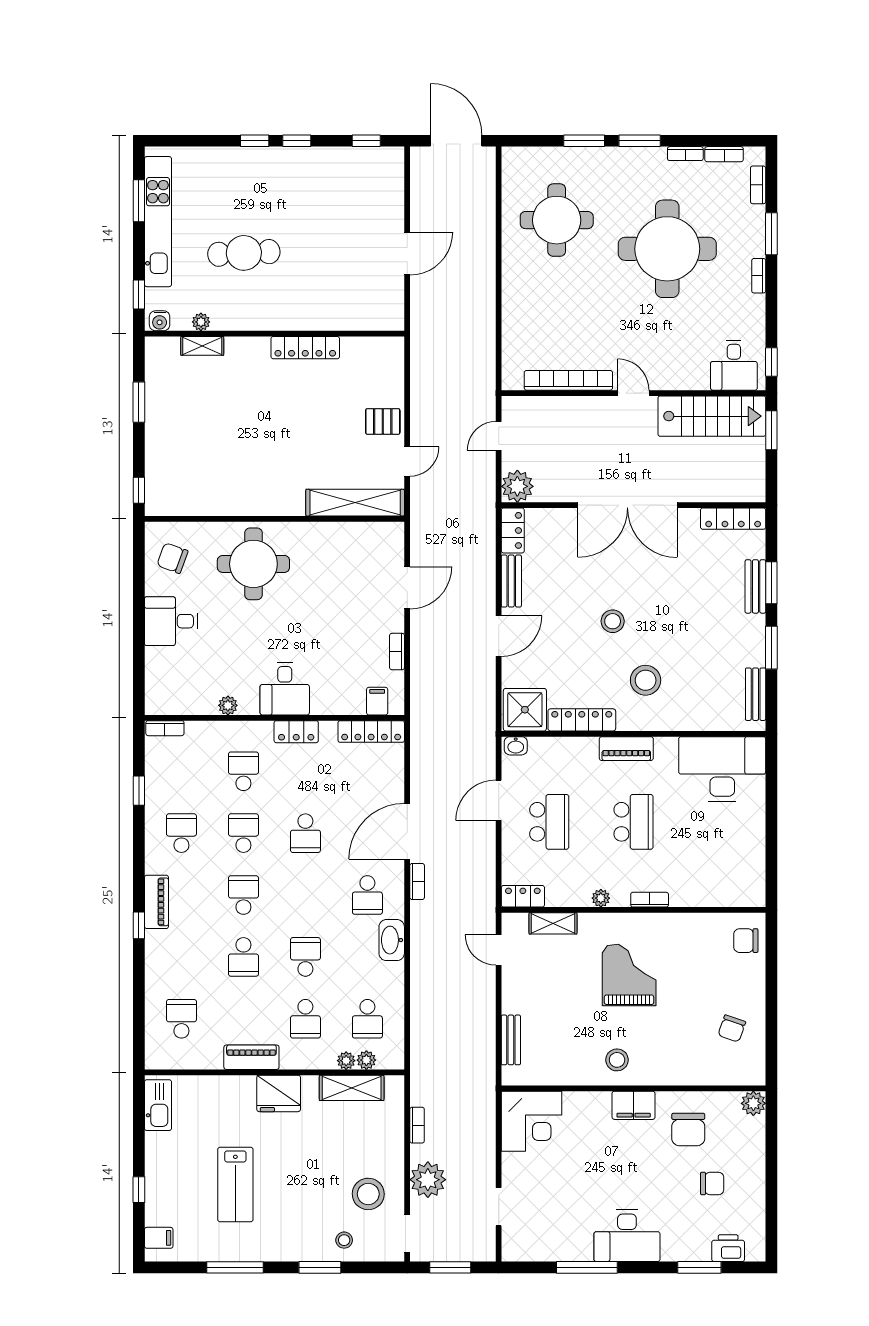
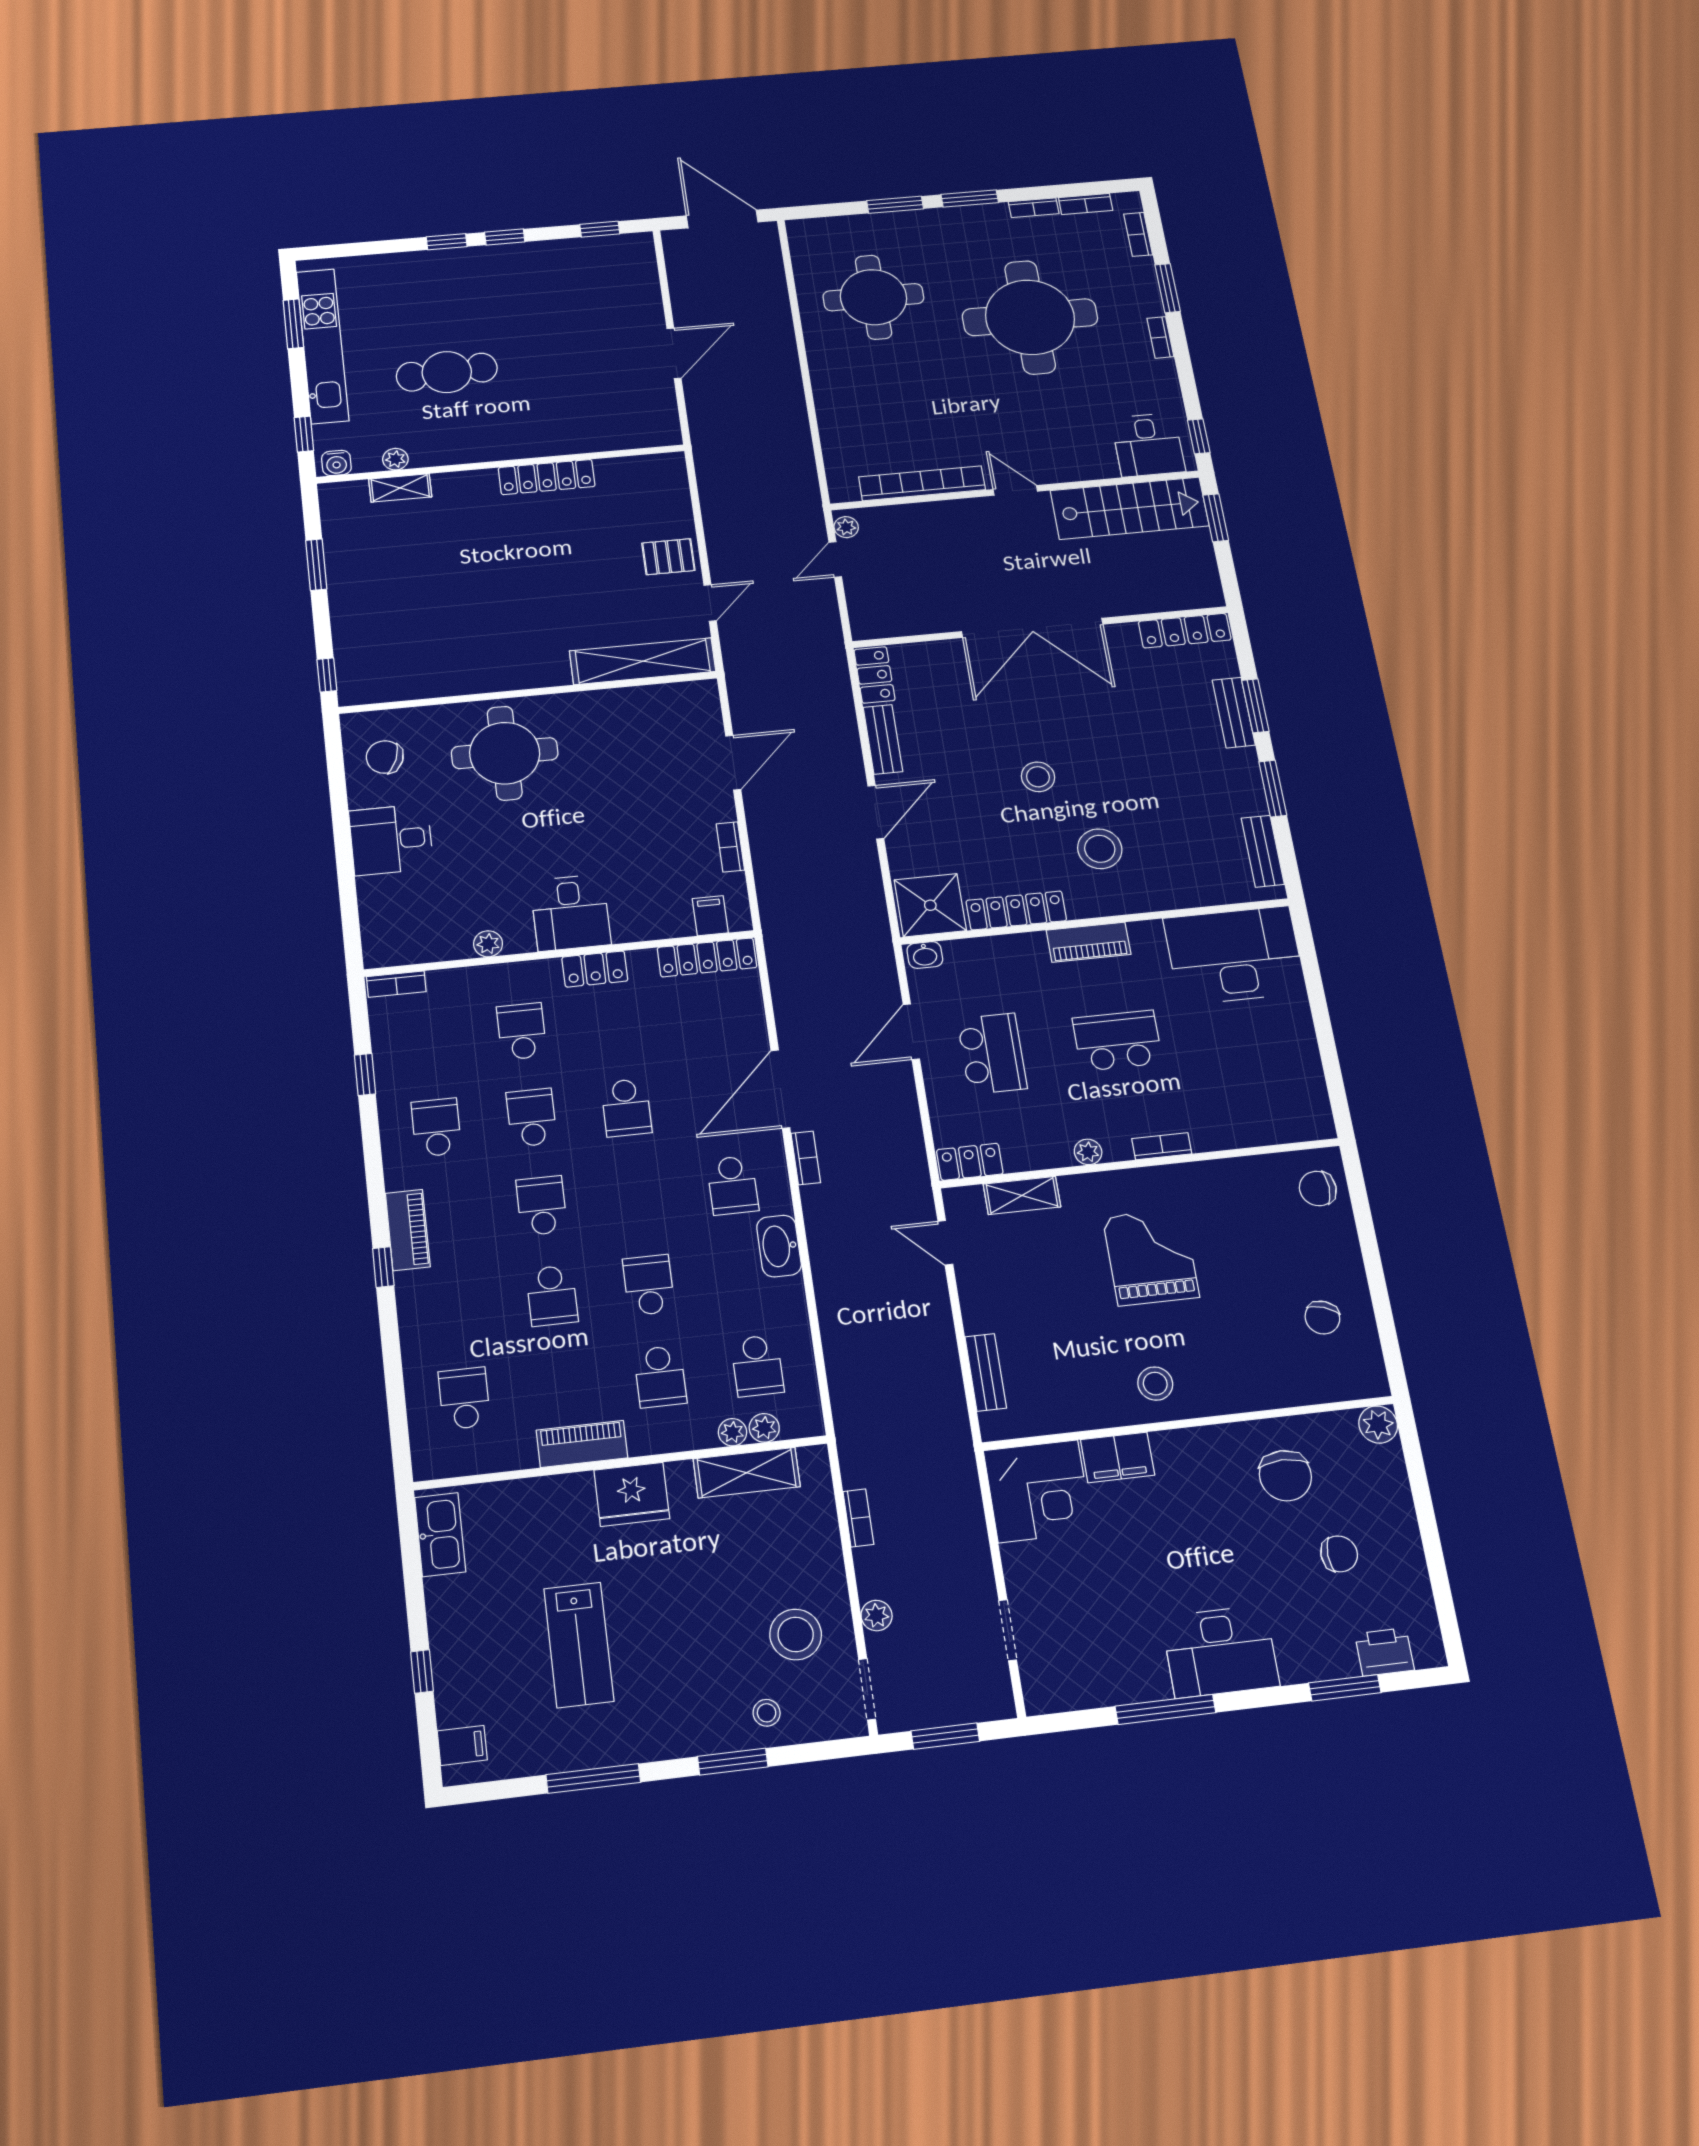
plant: (517, 486) -> (846, 527), moved, width x0.53, depth x0.53
school desk: (633, 822) -> (1118, 1041), turned -90
filing cabinet: (634, 1105) -> (1118, 1457), moved
plant: (428, 1180) -> (877, 1616), width x0.53, depth x0.53

